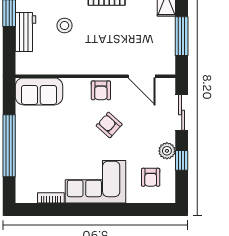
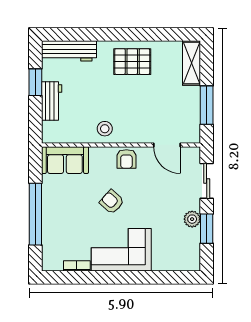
stool: (65, 26) -> (105, 129), moved
armchair: (109, 125) -> (112, 202), moved
window: (182, 160) -> (207, 229), width x1.50
armchair: (151, 177) -> (176, 245), removed

